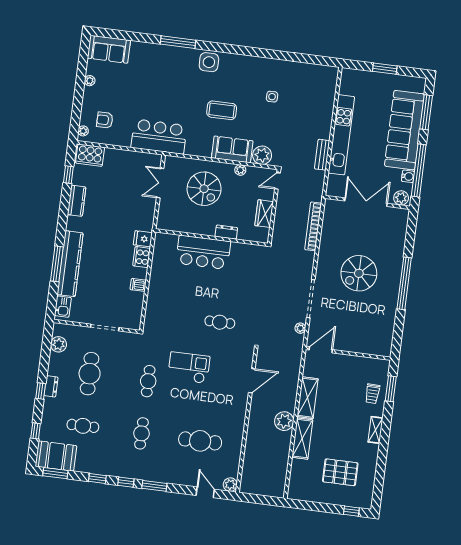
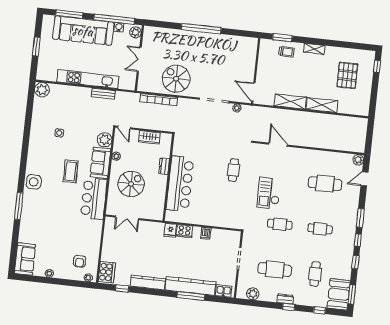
bar counter: (159, 137) -> (94, 199), moved
kitchen counter: (77, 201) -> (148, 282), width x1.50
double door: (366, 202) -> (139, 59), width x0.73
bar counter: (203, 252) -> (180, 184), width x1.36
spiral stairs: (359, 273) -> (176, 79), moved, turned 180
plant: (284, 421) -> (42, 90), moved
cafe table: (200, 441) -> (325, 184), turned 90

